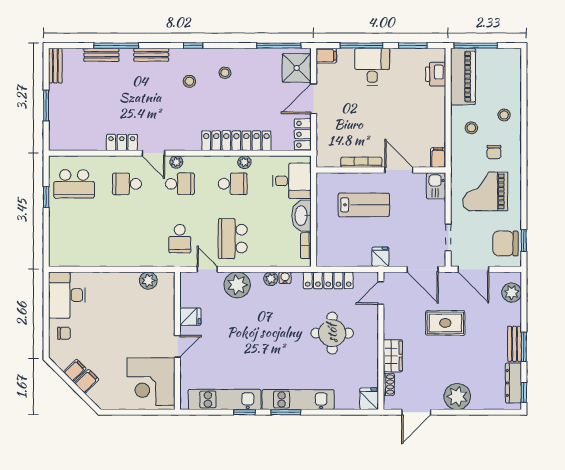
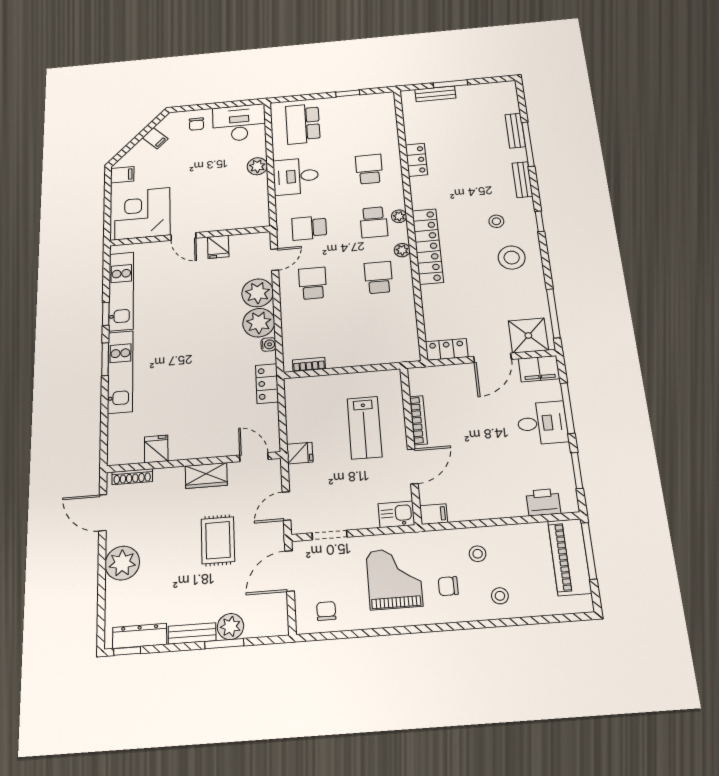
filing cabinet: (326, 56) -> (539, 369), width x2.00
bench: (55, 66) -> (435, 94), moved
stool: (225, 73) -> (512, 258), width x1.89, depth x1.89
piano: (463, 77) -> (570, 557), moved, turned 90
door: (314, 99) -> (493, 358), swing flipped
locker: (236, 141) -> (428, 246), moved
door: (153, 153) -> (407, 192), removed
plant: (244, 162) -> (402, 250), moved
desk: (292, 181) -> (296, 176), moved, turned 90
school desk: (74, 184) -> (303, 124), moved
school desk: (233, 184) -> (379, 278), turned 180
washbasin: (301, 216) -> (346, 356), removed
school desk: (233, 239) -> (313, 283), width x0.54
window: (524, 240) -> (332, 636), removed
chair: (505, 243) -> (326, 611), width x0.54, depth x0.54
door: (423, 269) -> (286, 506), width x0.73
plant: (271, 279) -> (259, 323), width x1.88, depth x1.88
locker: (328, 280) -> (267, 384), width x0.66
plant: (148, 281) -> (257, 166), moved
plant: (512, 293) -> (230, 627), moved
round table: (332, 333) -> (202, 404), removed
window: (524, 347) -> (224, 644), moved
wardrobe: (393, 356) -> (206, 476), moved
filing cabinet: (87, 381) -> (122, 175), moved, turned -45
shoe rack: (389, 384) -> (132, 477), width x1.43
fridge: (369, 399) -> (156, 449), moved, turned -90

